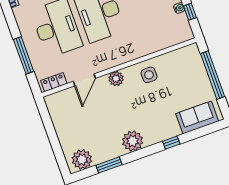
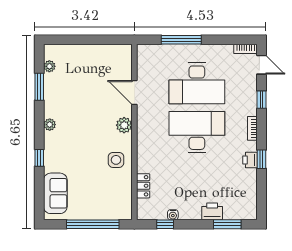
locker: (54, 82) -> (143, 186), moved
plant: (133, 141) -> (50, 125), width x0.53, depth x0.53
plant: (82, 159) -> (49, 66), width x0.53, depth x0.53

